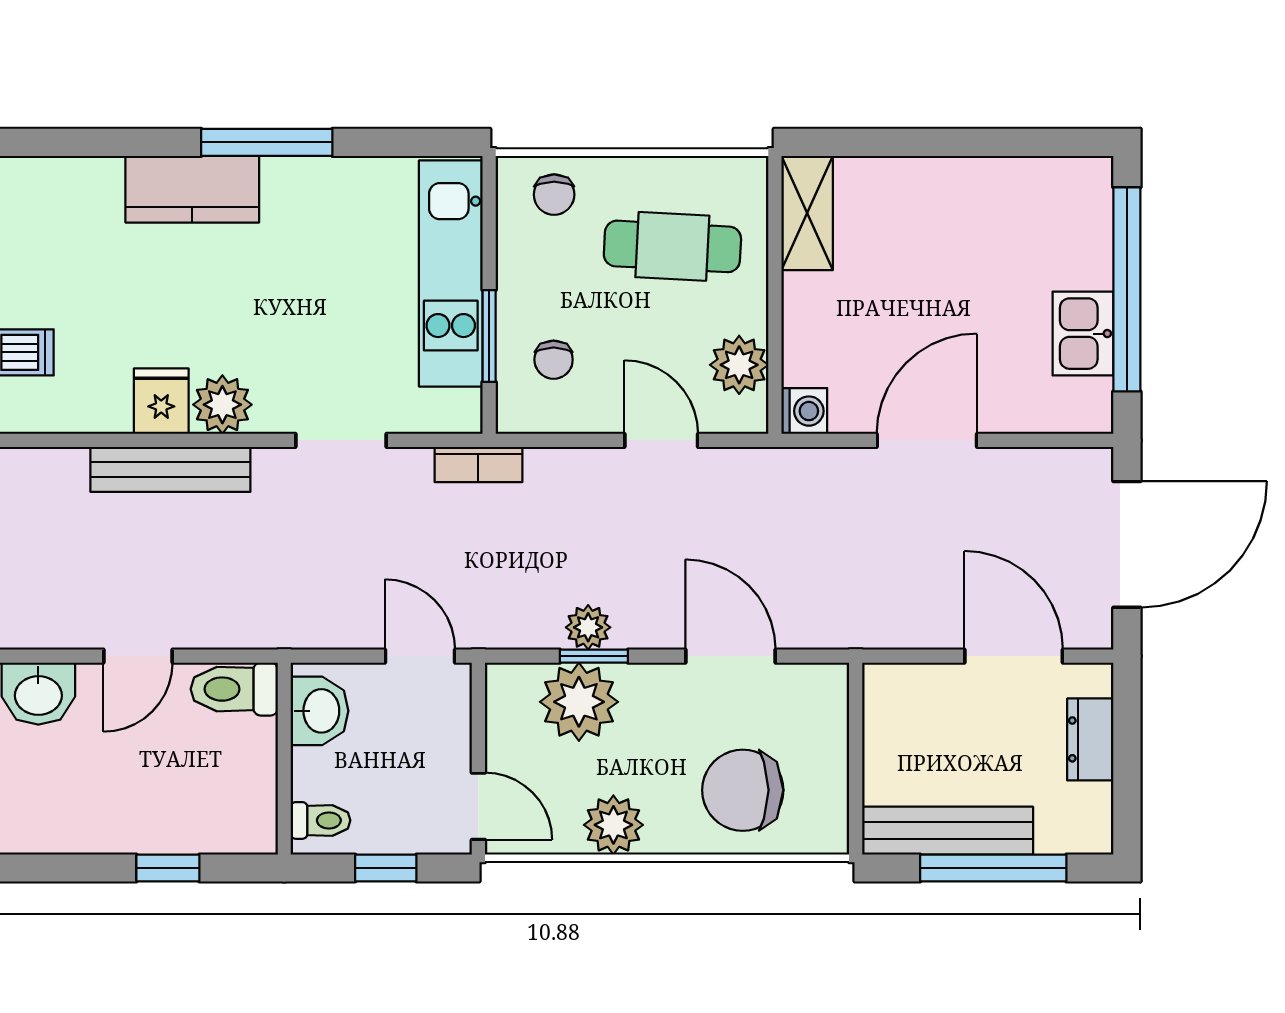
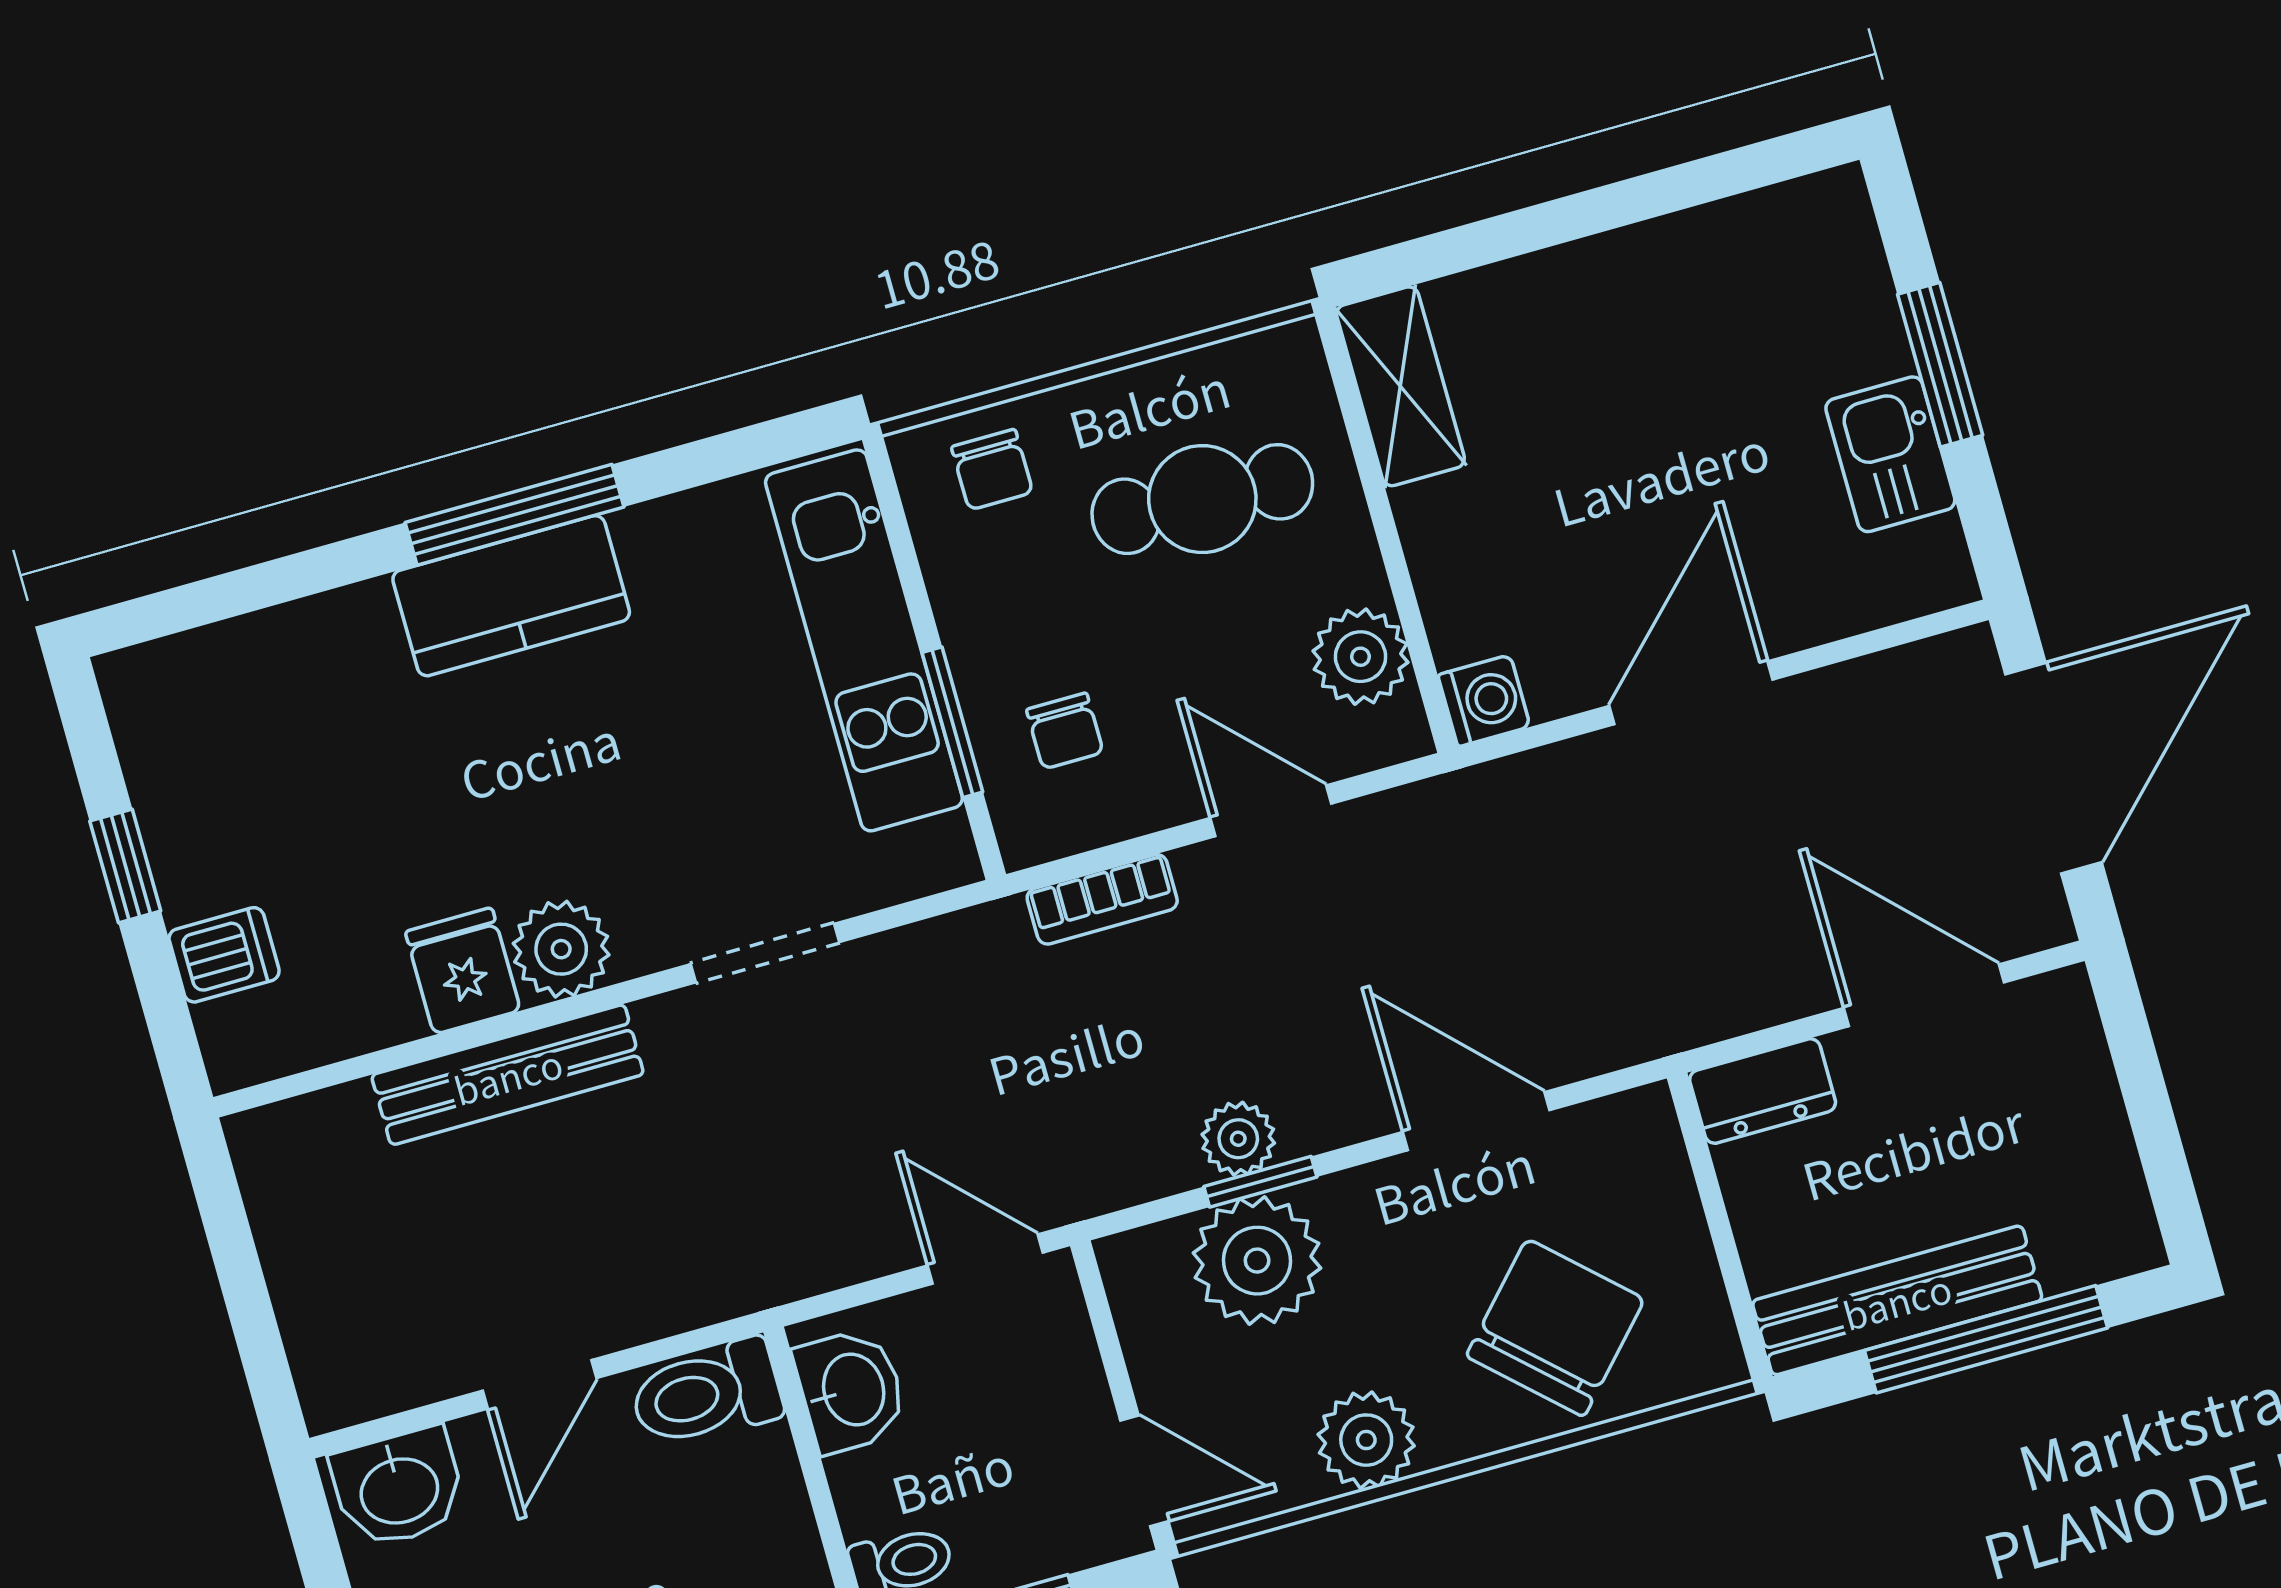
kitchen counter: (192, 189) -> (511, 596), moved
window: (1127, 289) -> (1940, 365), width x0.47
bookcase: (478, 464) -> (1102, 899), moved
dresser: (1090, 739) -> (1763, 1091), moved, turned -90
chair: (743, 790) -> (1555, 1328), turned 133

